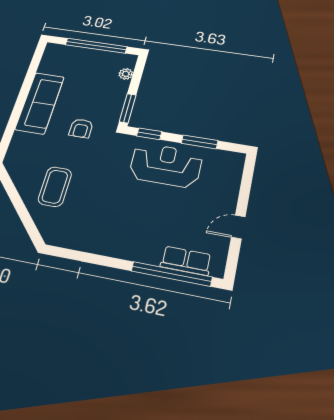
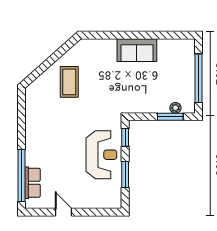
sofa: (40, 103) -> (137, 50), width x0.73
window: (128, 108) -> (170, 117), moved
armchair: (81, 128) -> (120, 87), removed
coffee table: (55, 187) -> (69, 82), turned 90

